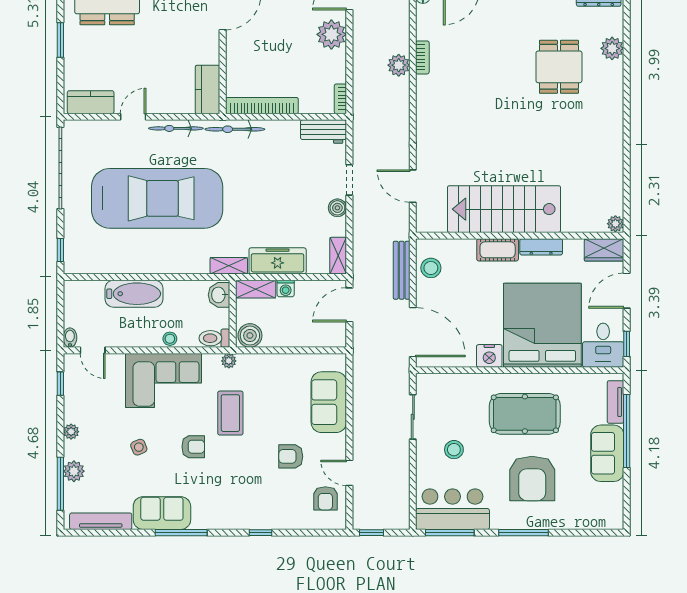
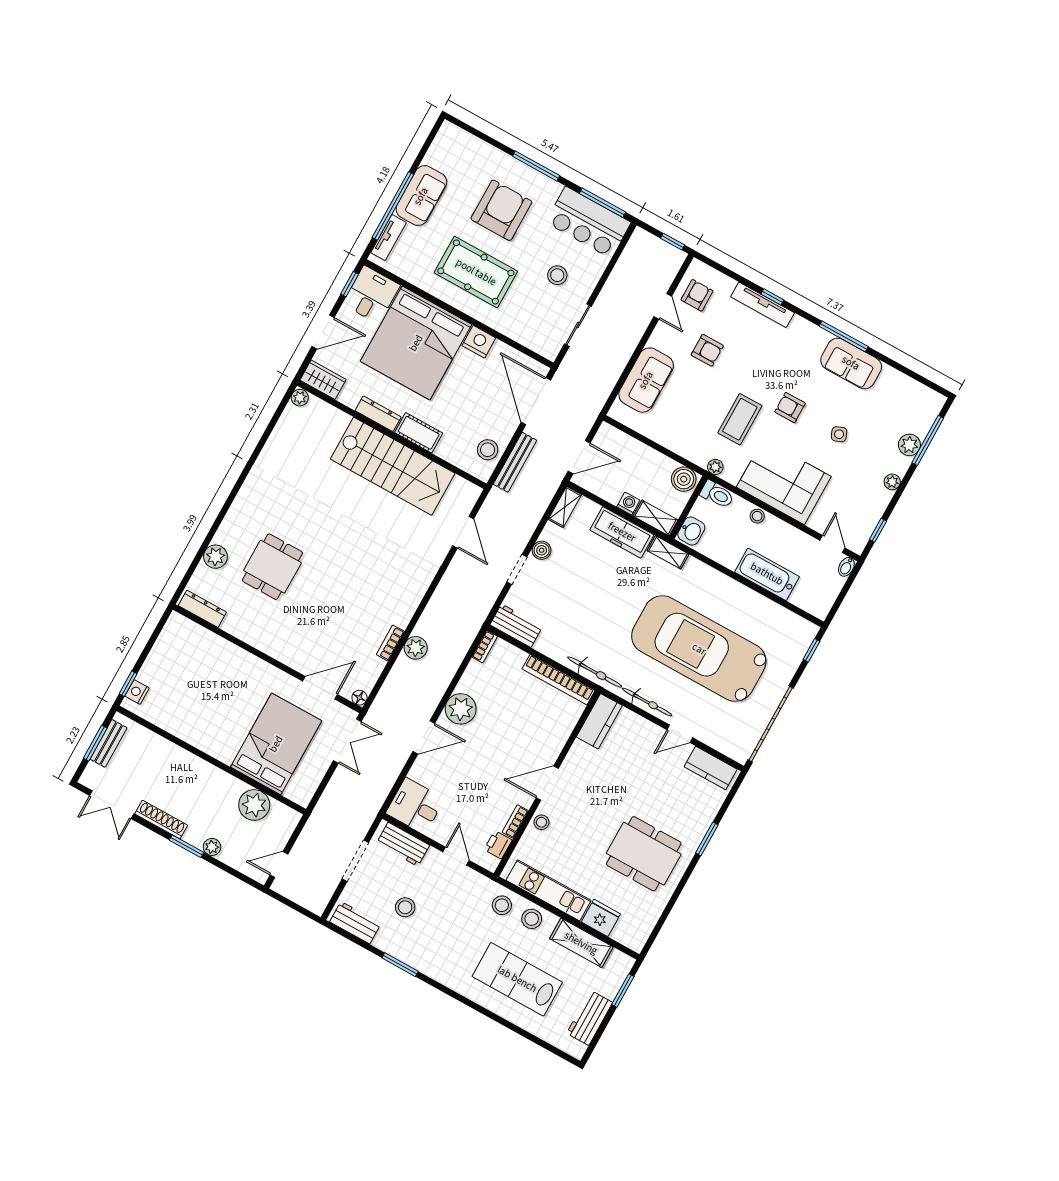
tv unit: (101, 521) -> (762, 305), moved

